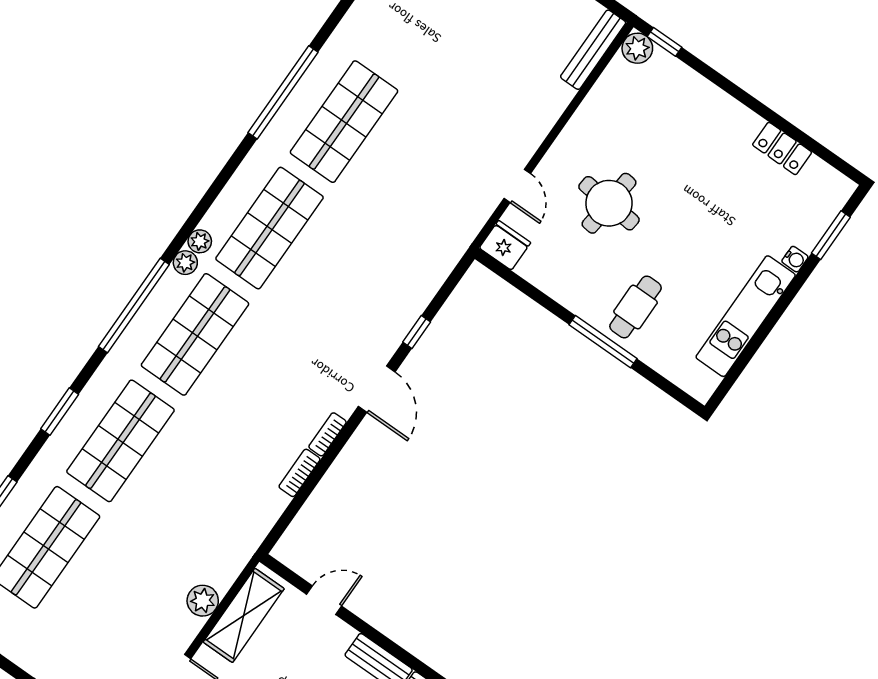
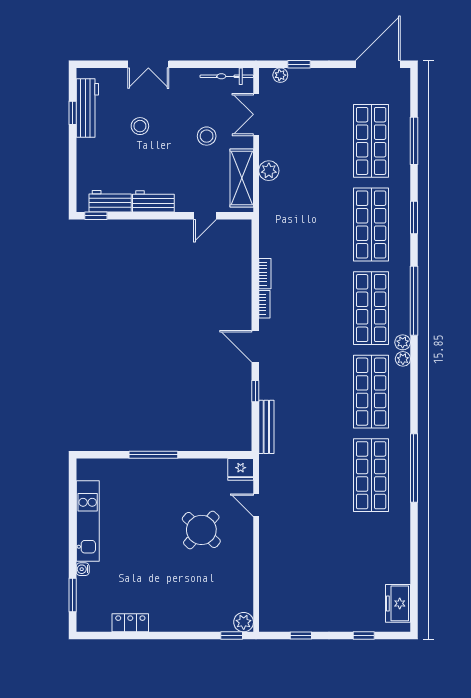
bench: (593, 50) -> (266, 427), moved
round table: (609, 203) -> (201, 530), turned 37
cafe table: (636, 307) -> (149, 485), removed

